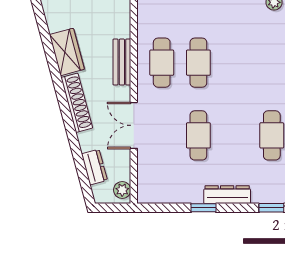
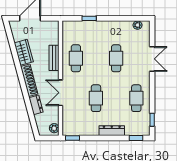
cafe table: (198, 63) -> (116, 58), moved
dresser: (94, 167) -> (36, 105), moved
window: (203, 208) -> (73, 138), moved

